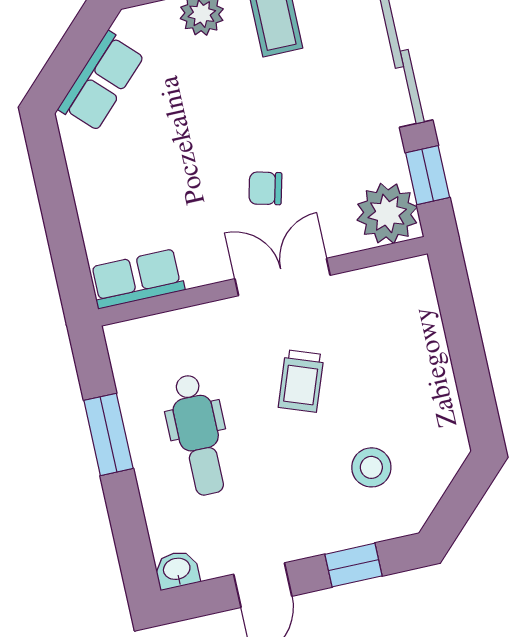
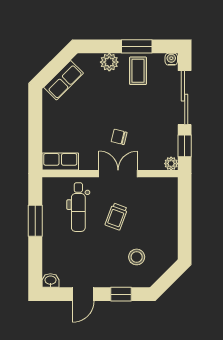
plant: (387, 213) -> (171, 164), width x0.53, depth x0.53
dental chair: (198, 435) -> (78, 207), moved

